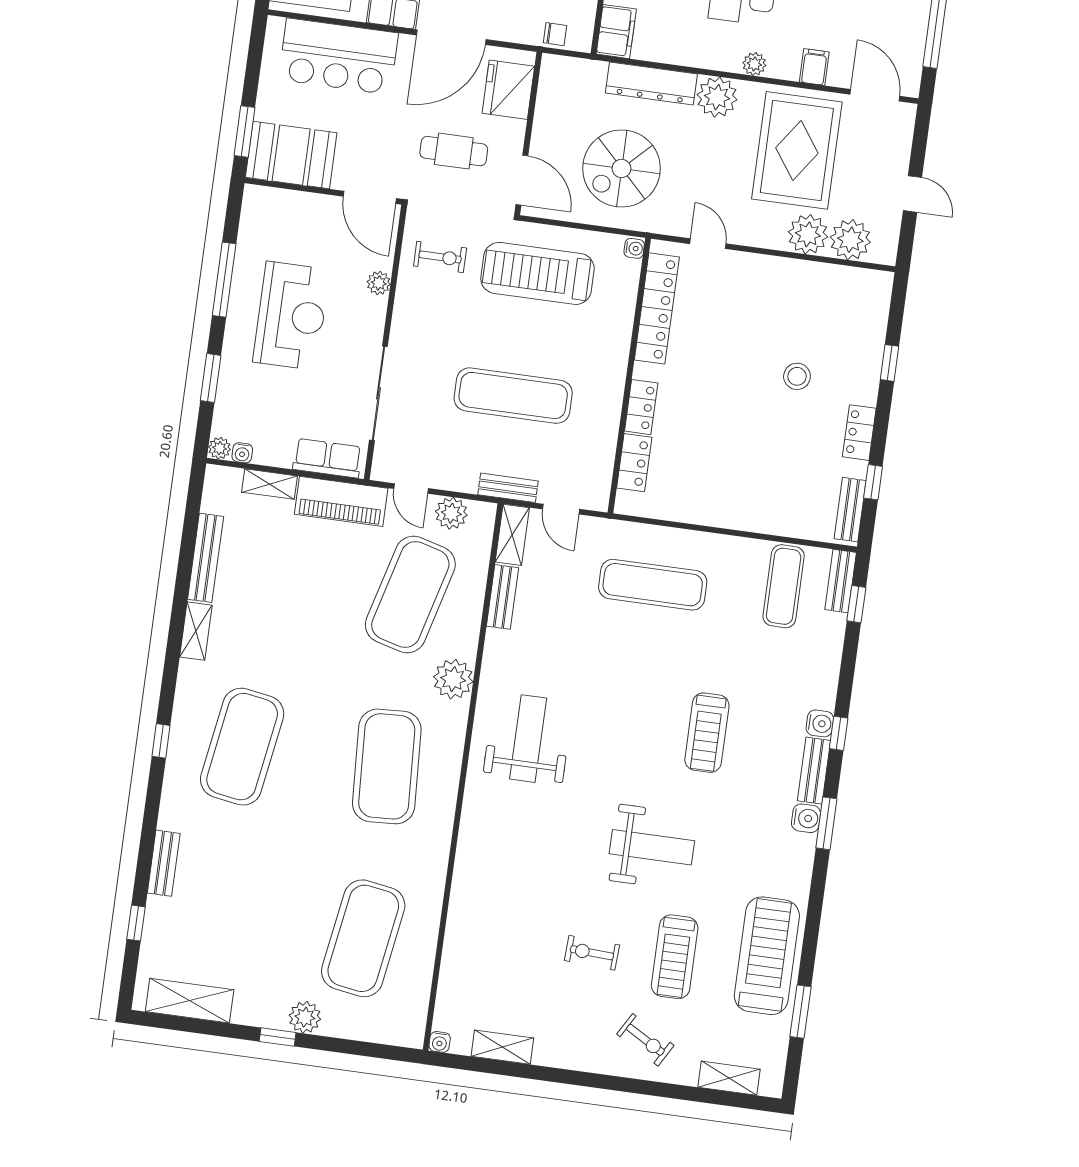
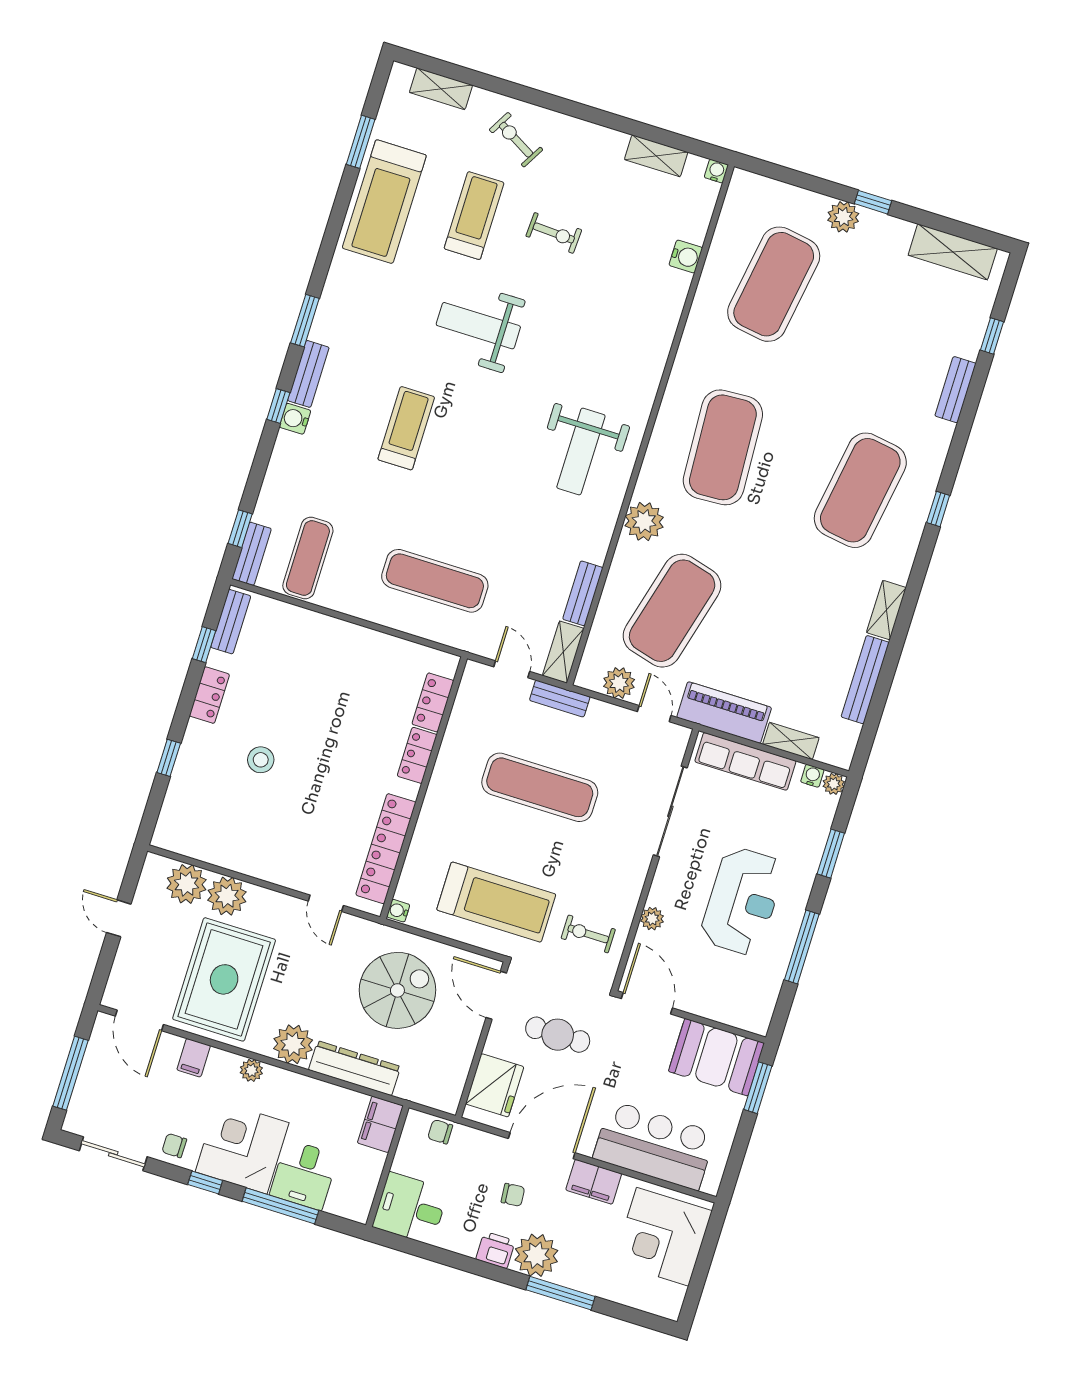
reception desk: (291, 316) -> (742, 901), turned 180
row of seats: (327, 458) -> (745, 761), width x1.48
water cooler: (806, 818) -> (686, 257), moved, turned 180

